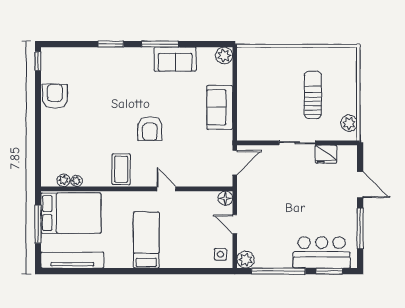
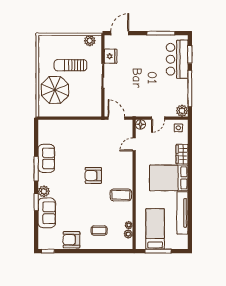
plant: (224, 55) -> (44, 191), moved
parasol: (276, 72) -> (55, 90), added
sofa: (220, 107) -> (47, 213), moved, turned -90
armchair: (150, 129) -> (93, 175), turned 180
coffee table: (69, 137) -> (99, 230), added
door: (360, 185) -> (120, 33), moved
door: (166, 189) -> (134, 144), moved
bed: (71, 213) -> (155, 229), width x0.67
bed: (146, 240) -> (169, 178), width x1.50
tv unit: (72, 260) -> (182, 213), moved
wardrobe: (181, 260) -> (182, 154), added

